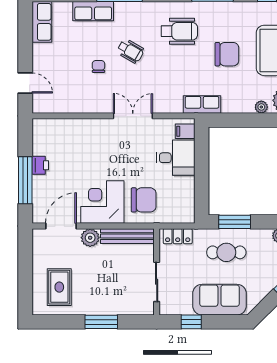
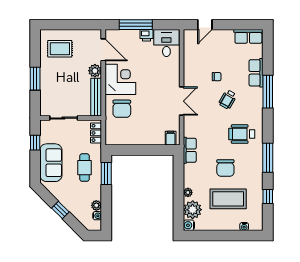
wheelchair: (179, 31) -> (242, 134), turned 90
desk: (176, 158) -> (166, 43), moved, turned 180

